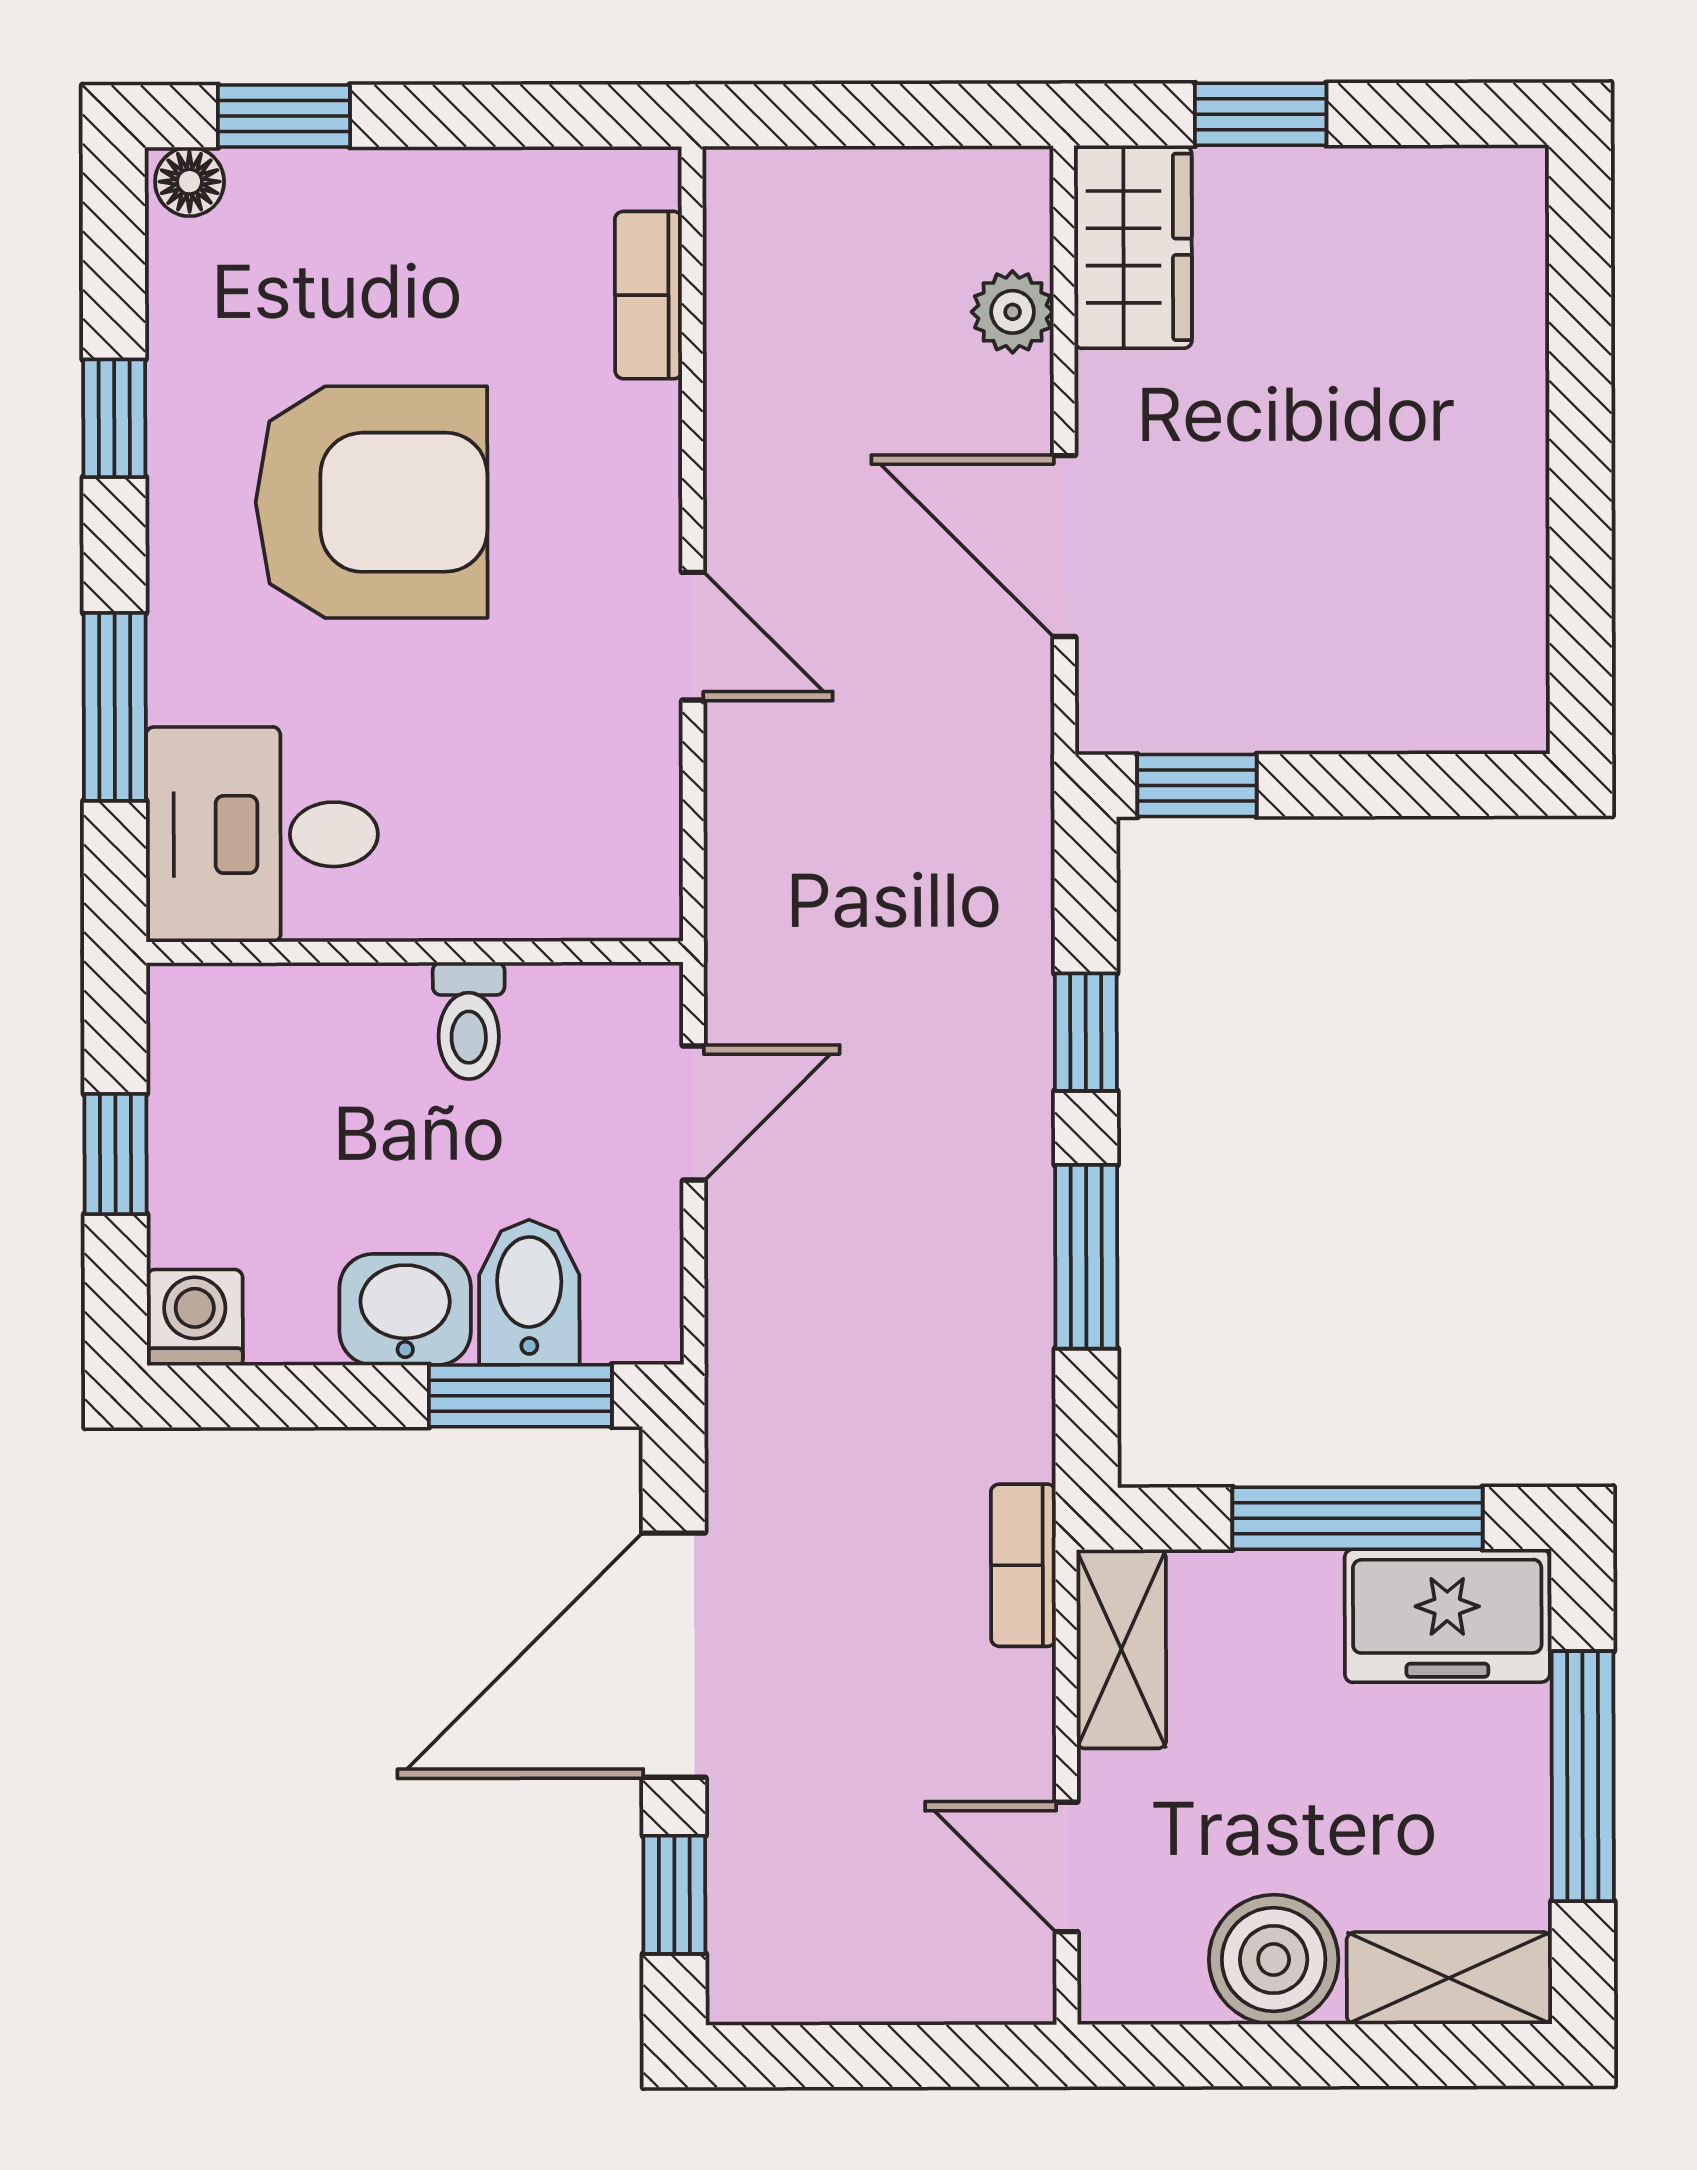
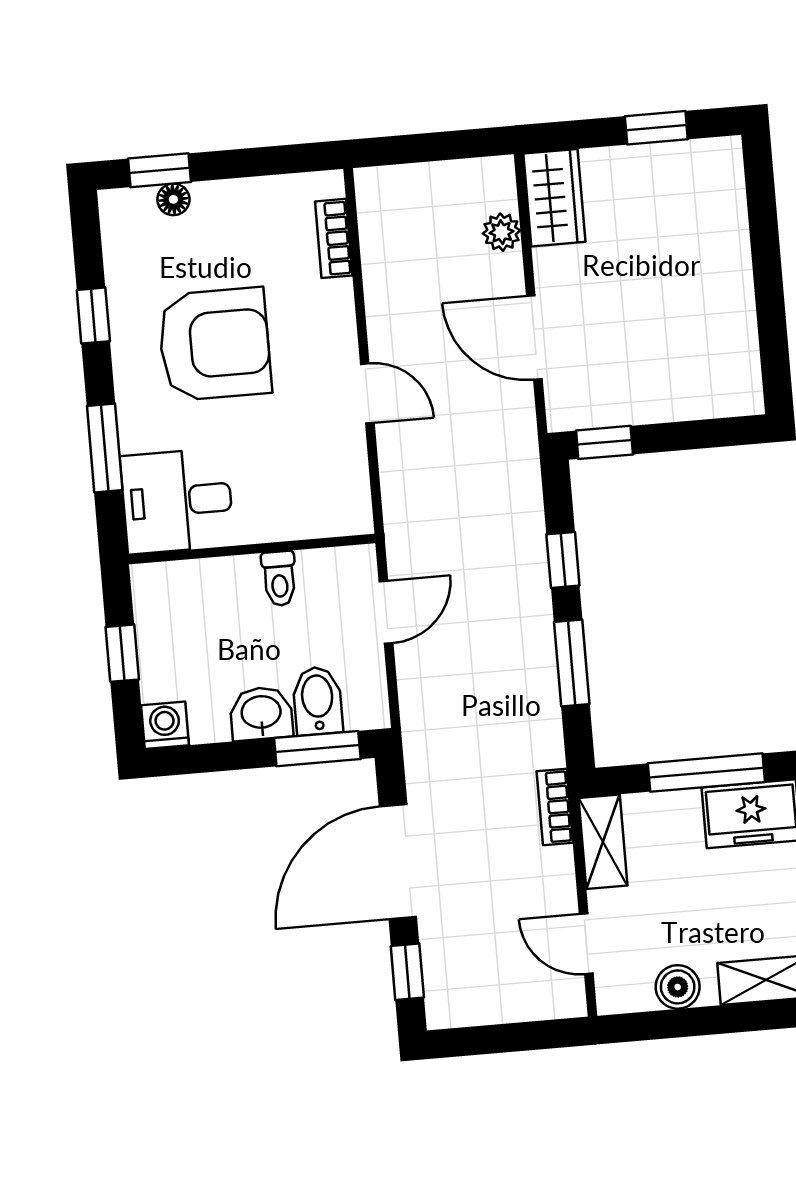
window: (1261, 114) -> (656, 128), moved
floor lamp: (190, 182) -> (173, 199), moved
boiler: (1274, 1960) -> (678, 987), width x0.73, depth x0.73

